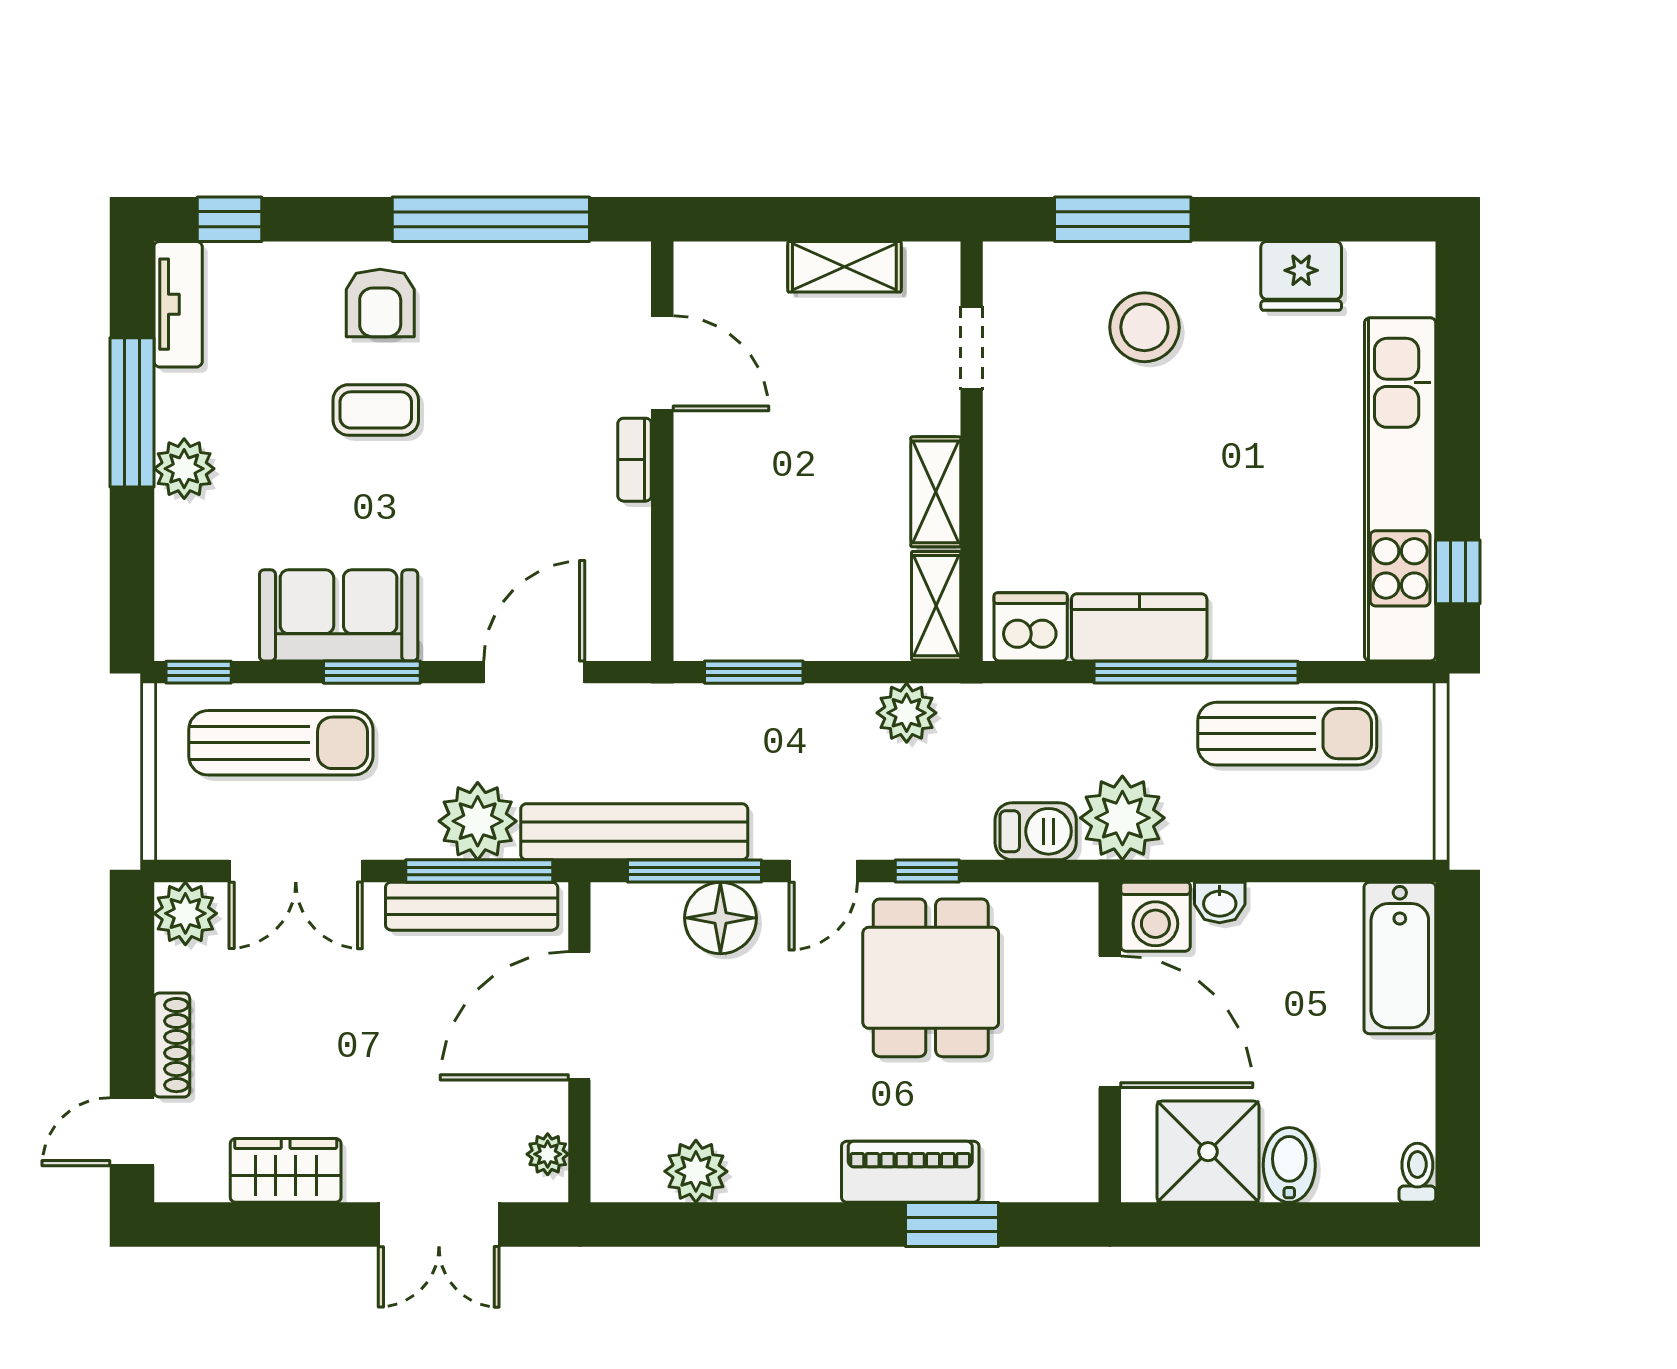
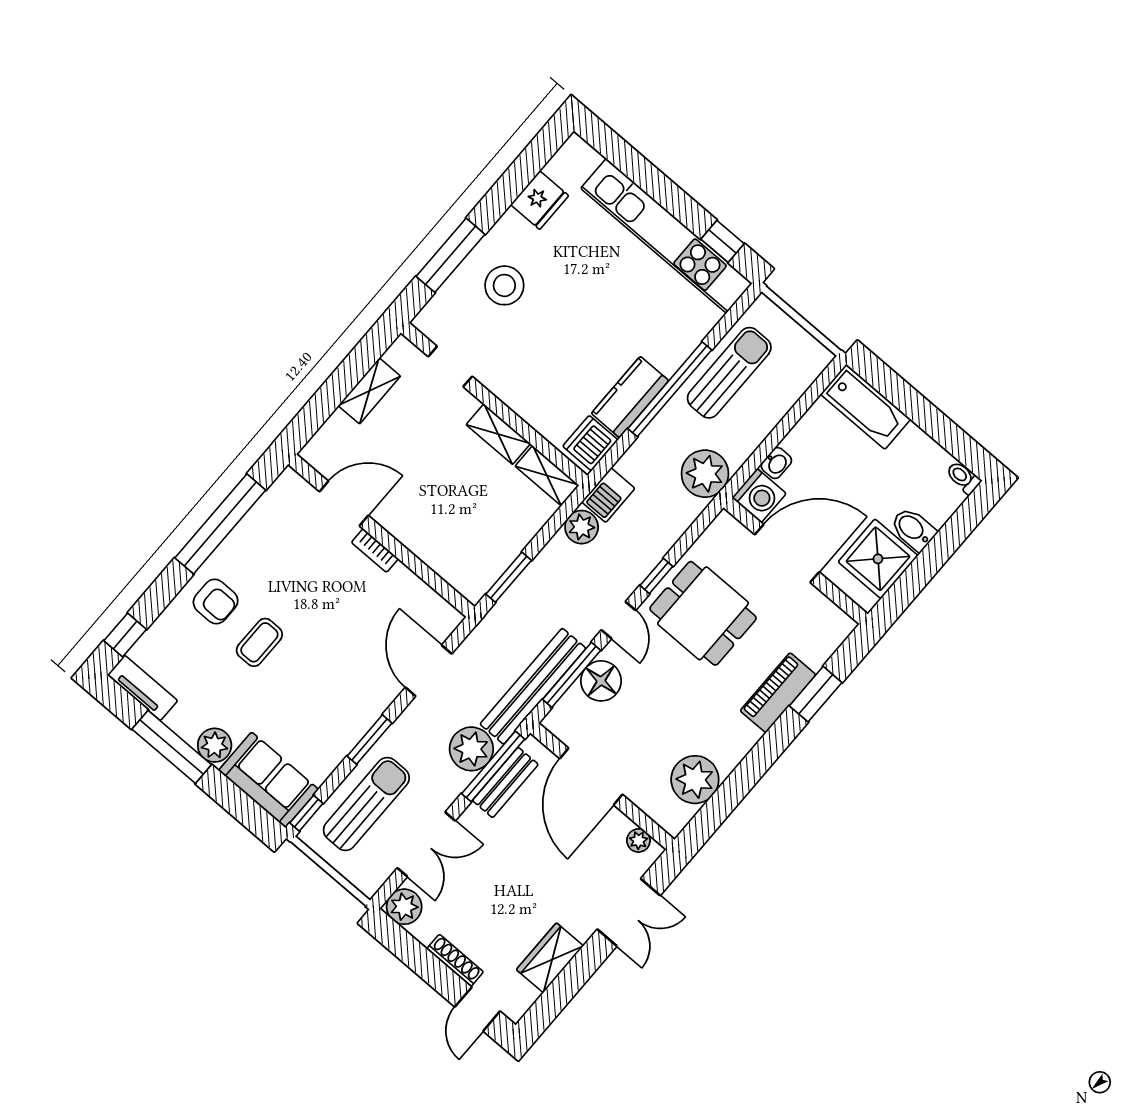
sofa: (339, 615) -> (268, 780), moved, turned 90
barbecue: (1036, 831) -> (608, 495), moved, turned 180
bench: (472, 906) -> (505, 782), width x0.73
plant: (696, 1171) -> (695, 780), width x1.36, depth x1.36

